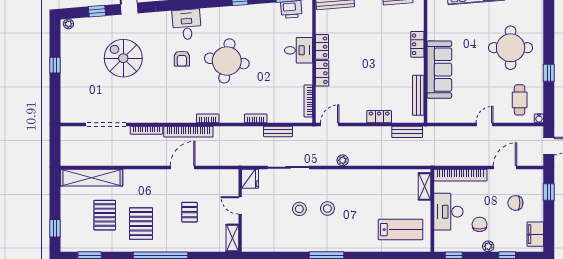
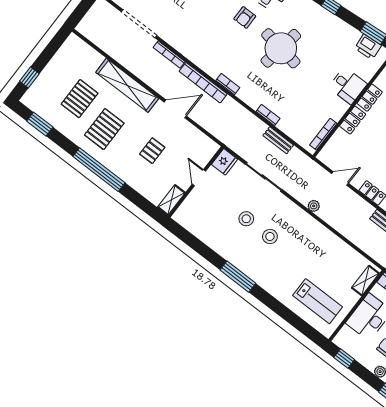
door: (330, 124) -> (340, 178), moved
shelving: (92, 178) -> (127, 85), moved

